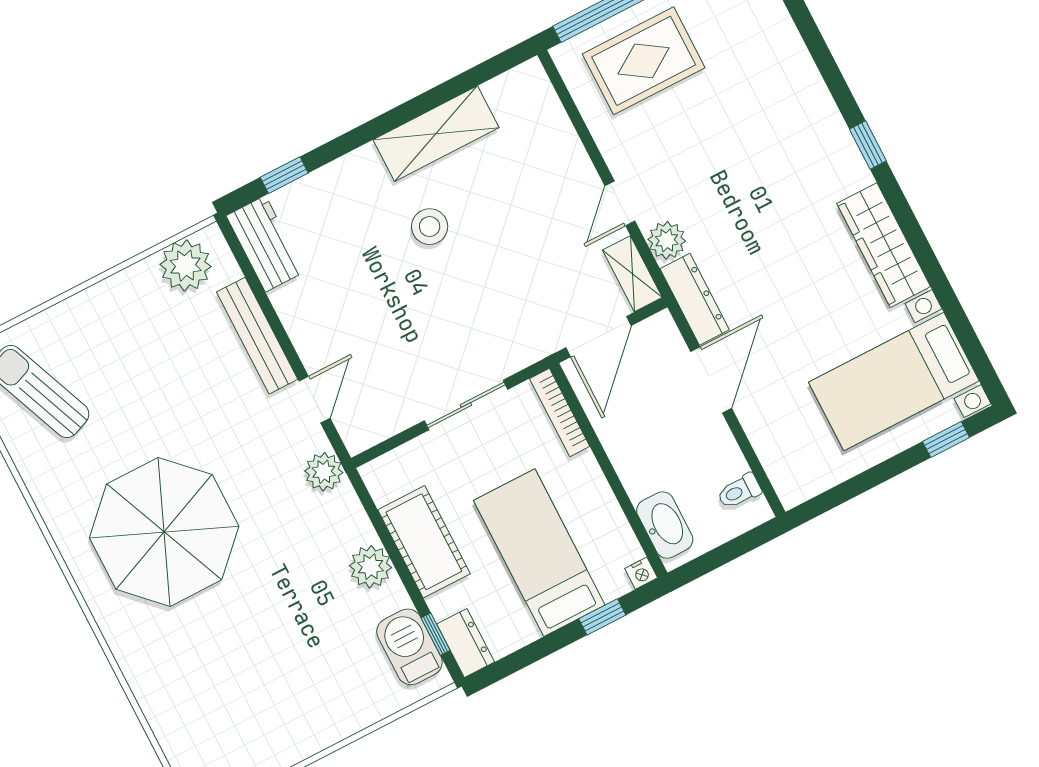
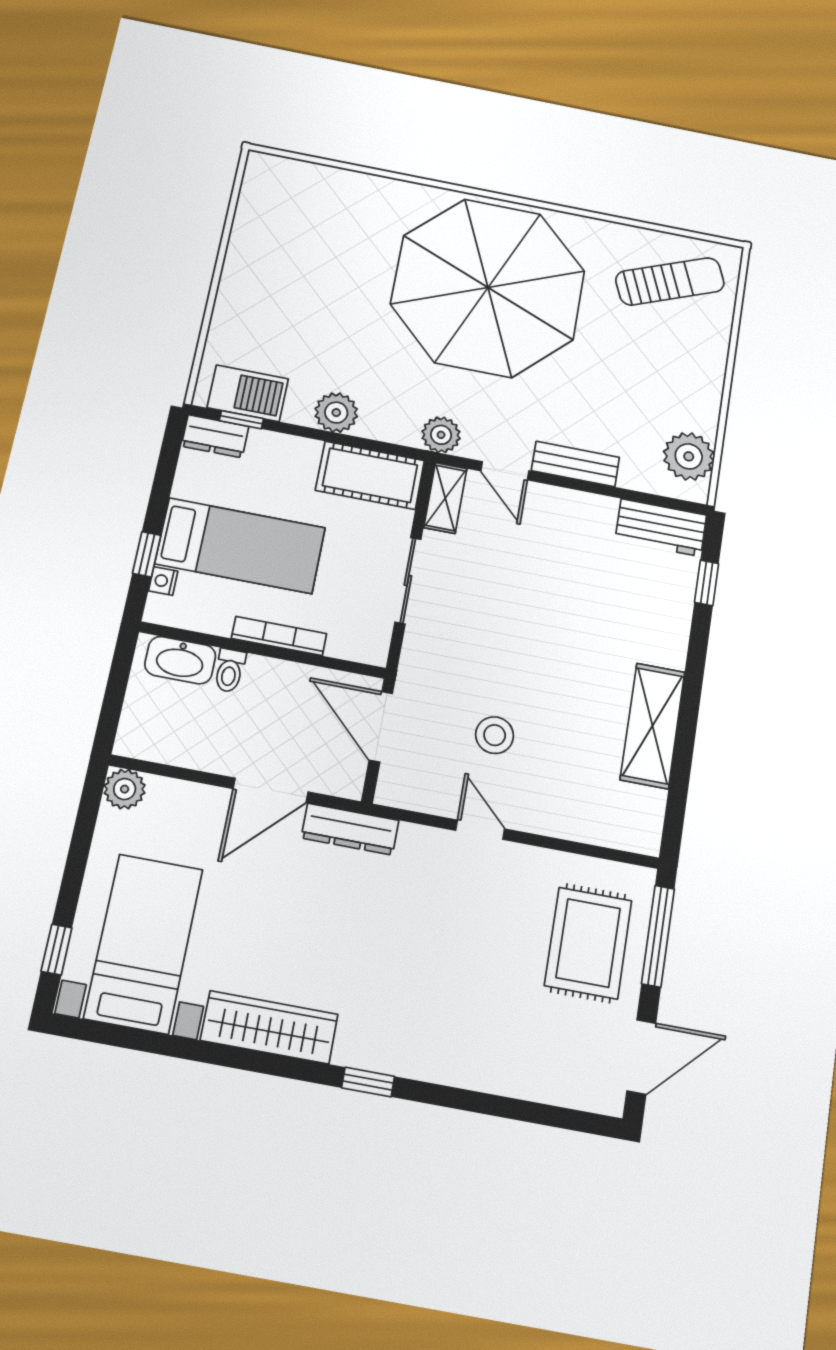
stool: (430, 227) -> (495, 735), moved
plant: (667, 240) -> (125, 789), moved
shelving: (632, 274) -> (445, 498), moved, turned 90
bench: (257, 336) -> (575, 464), width x0.73
door: (711, 380) -> (271, 790), hinge flipped
bookcase: (560, 412) -> (279, 636), moved
toilet: (739, 491) -> (230, 671), moved, turned 180
parasol: (164, 532) -> (488, 288), width x1.36, depth x1.36
cot: (424, 542) -> (370, 475), moved
nightstand: (641, 573) -> (163, 581), moved

